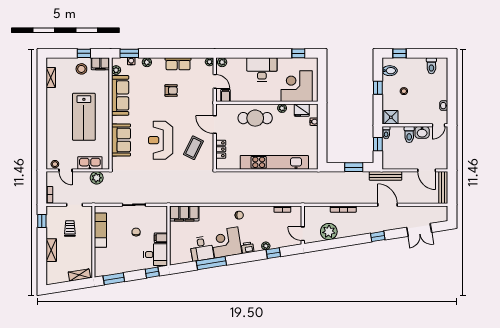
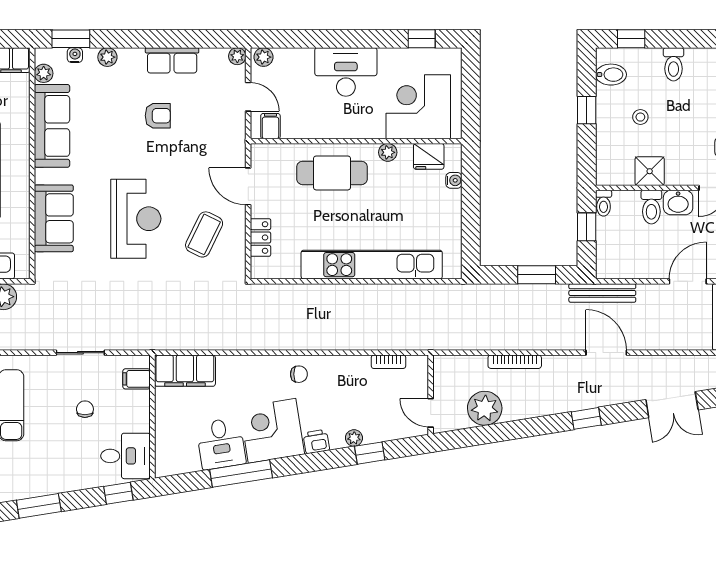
toilet: (431, 66) -> (673, 64), moved
shower: (391, 117) -> (650, 171), moved
reception desk: (161, 140) -> (136, 219), turned 180
door: (427, 170) -> (688, 281), swing flipped
filing cabinet: (161, 238) -> (137, 379), moved

